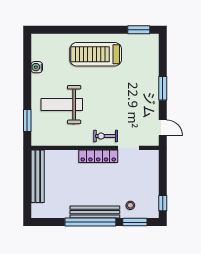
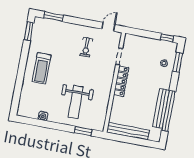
treadmill: (96, 54) -> (42, 68), width x0.73, depth x0.73
window: (163, 88) -> (54, 17), moved
exercise bike: (106, 136) -> (86, 47), moved
bench: (95, 212) -> (161, 109), moved
window: (90, 222) -> (169, 111), moved

